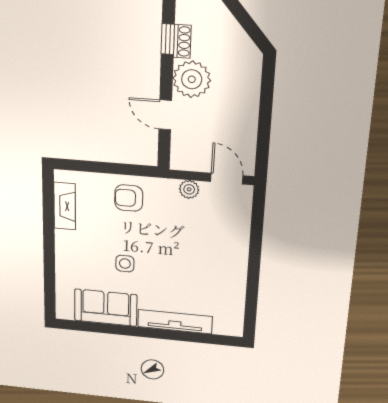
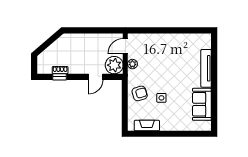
plant: (192, 79) -> (114, 65), moved
armchair: (129, 198) -> (140, 93), turned -107
side table: (125, 264) -> (161, 98), moved

